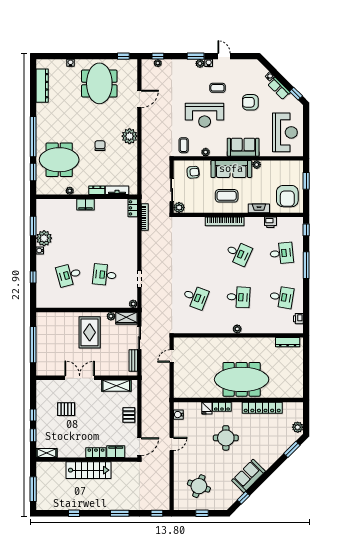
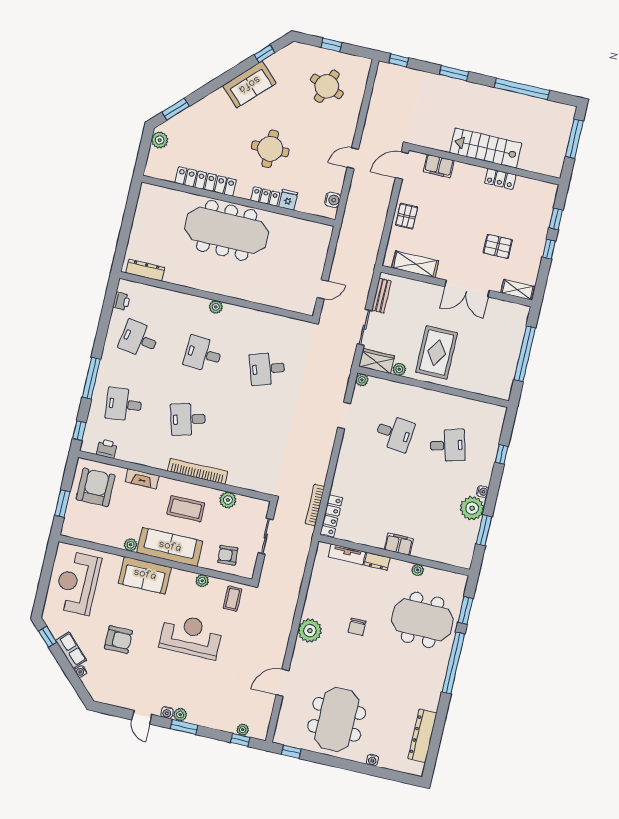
coffee table: (217, 88) -> (162, 672), removed
plant: (179, 207) -> (228, 500), moved
locker: (133, 208) -> (331, 516), width x1.53
printer: (270, 222) -> (107, 449), moved
desk: (238, 253) -> (188, 419), turned -39
desk: (195, 297) -> (267, 369), turned -39
shelving: (46, 453) -> (518, 290), moved
locker: (96, 453) -> (500, 179), moved
window: (74, 513) -> (522, 89), width x3.17

